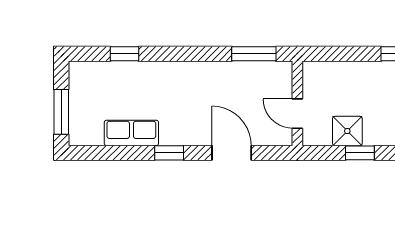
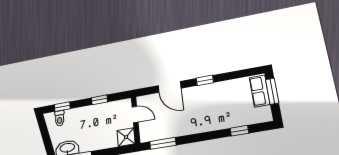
shower: (347, 131) -> (126, 137), moved
row of seats: (131, 133) -> (260, 91), moved, turned 90

